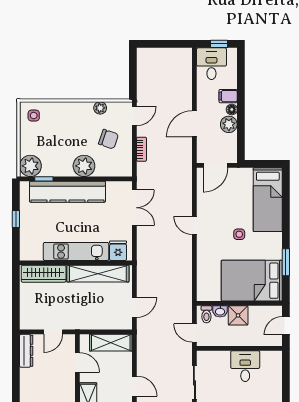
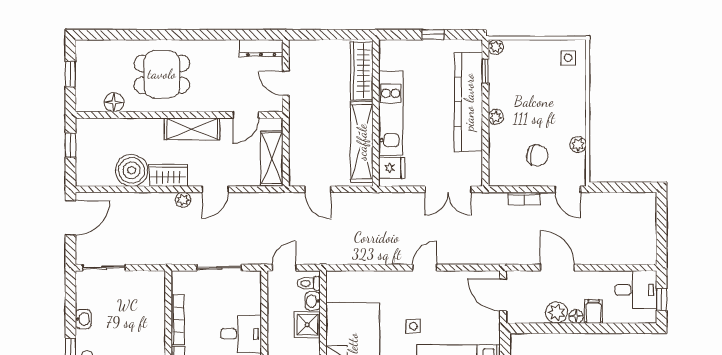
chair: (108, 139) -> (537, 155), turned -99
plant: (30, 166) -> (496, 47), width x0.53, depth x0.53
plant: (84, 166) -> (496, 117), width x0.53, depth x0.53

